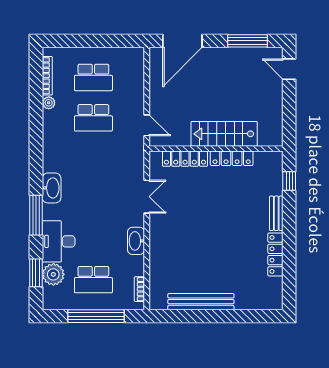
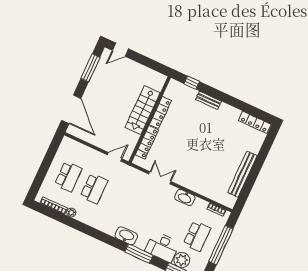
locker: (275, 254) -> (255, 122), moved

